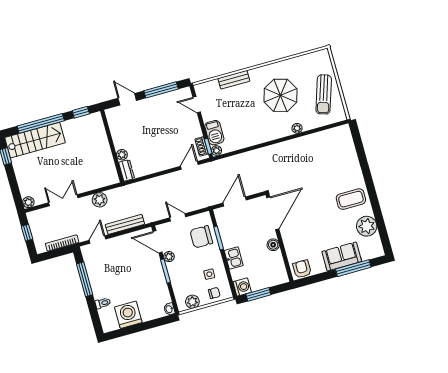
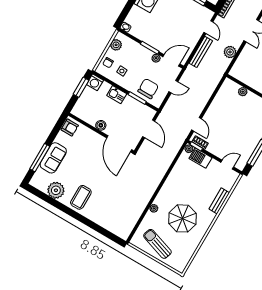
dresser: (127, 170) -> (231, 85), removed

